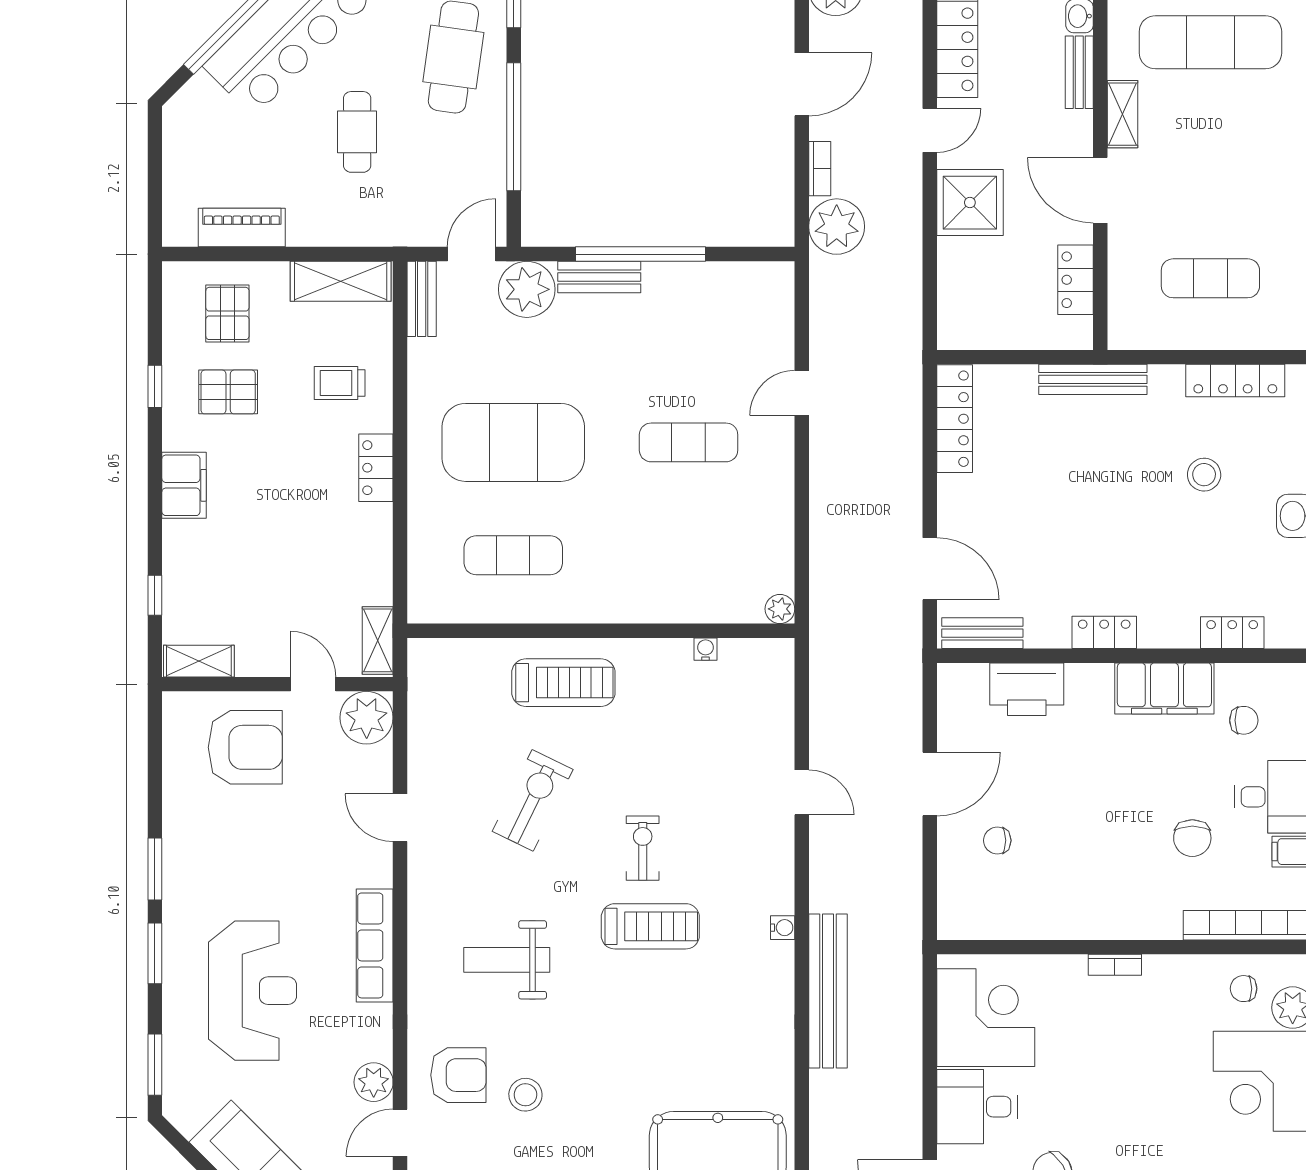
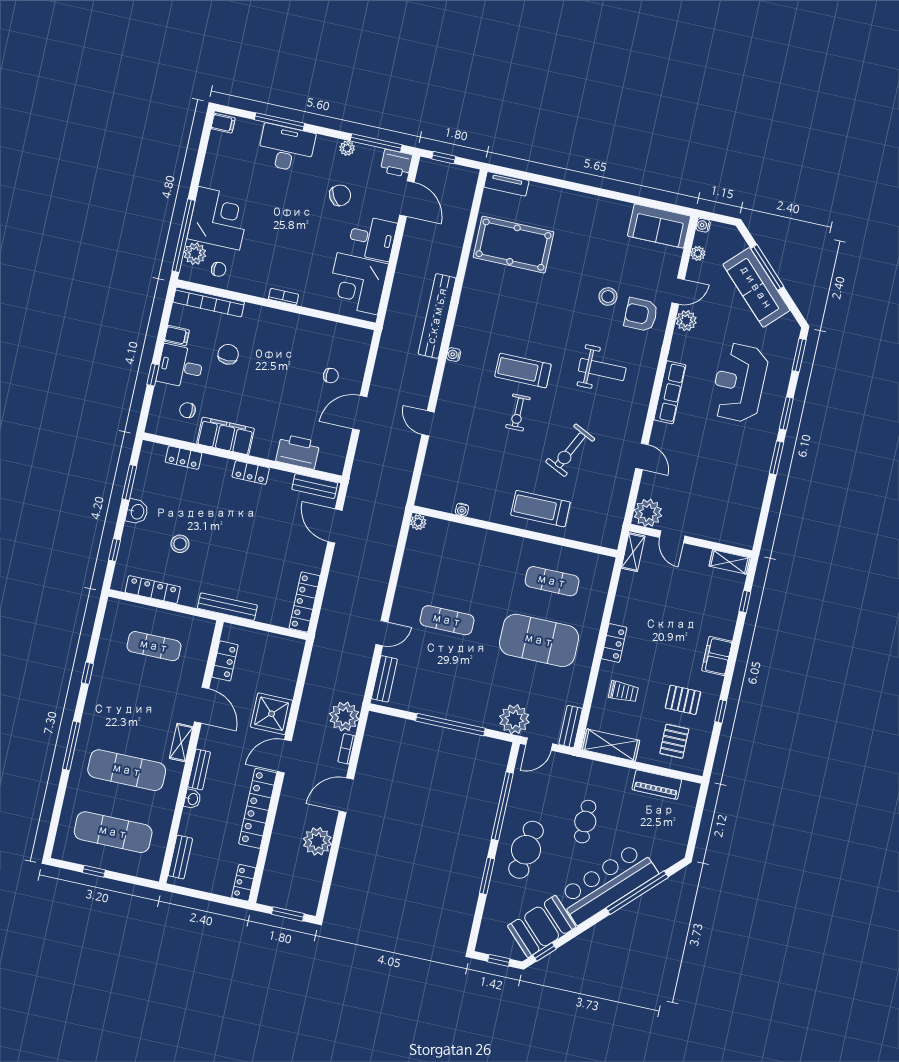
door: (930, 130) -> (284, 756), width x1.38
bench: (599, 277) -> (384, 679), moved, turned 90
armchair: (245, 747) -> (715, 511), removed

